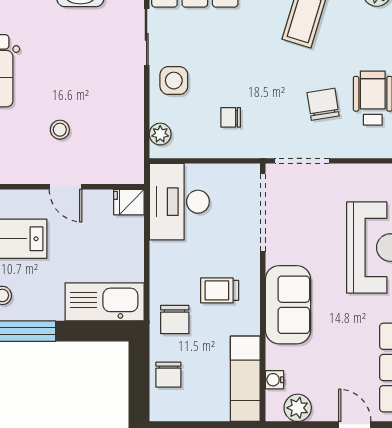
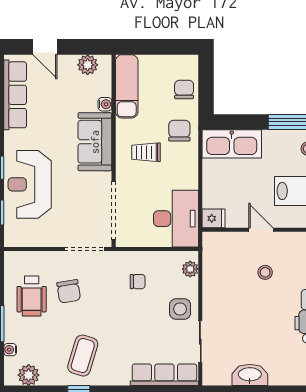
trolley: (220, 290) -> (146, 152), turned 180
water cooler: (274, 380) -> (105, 104), moved

